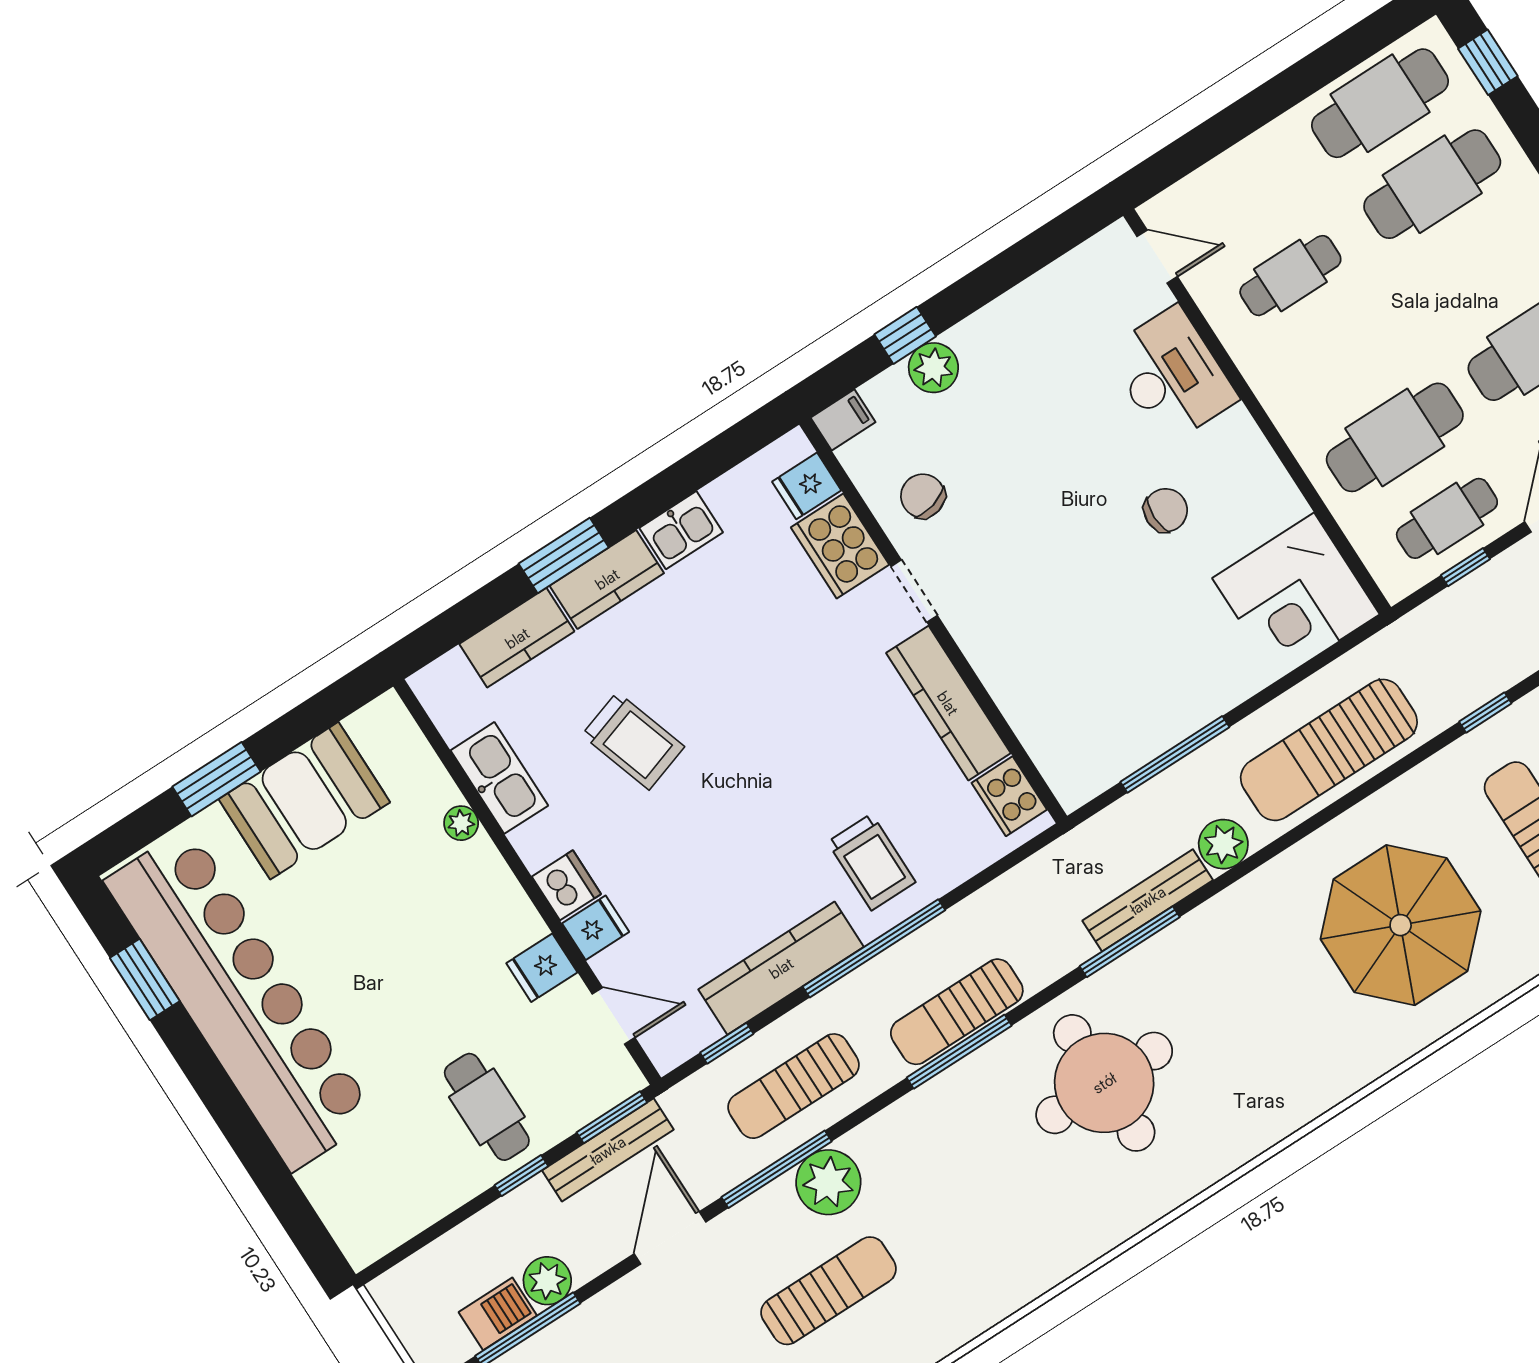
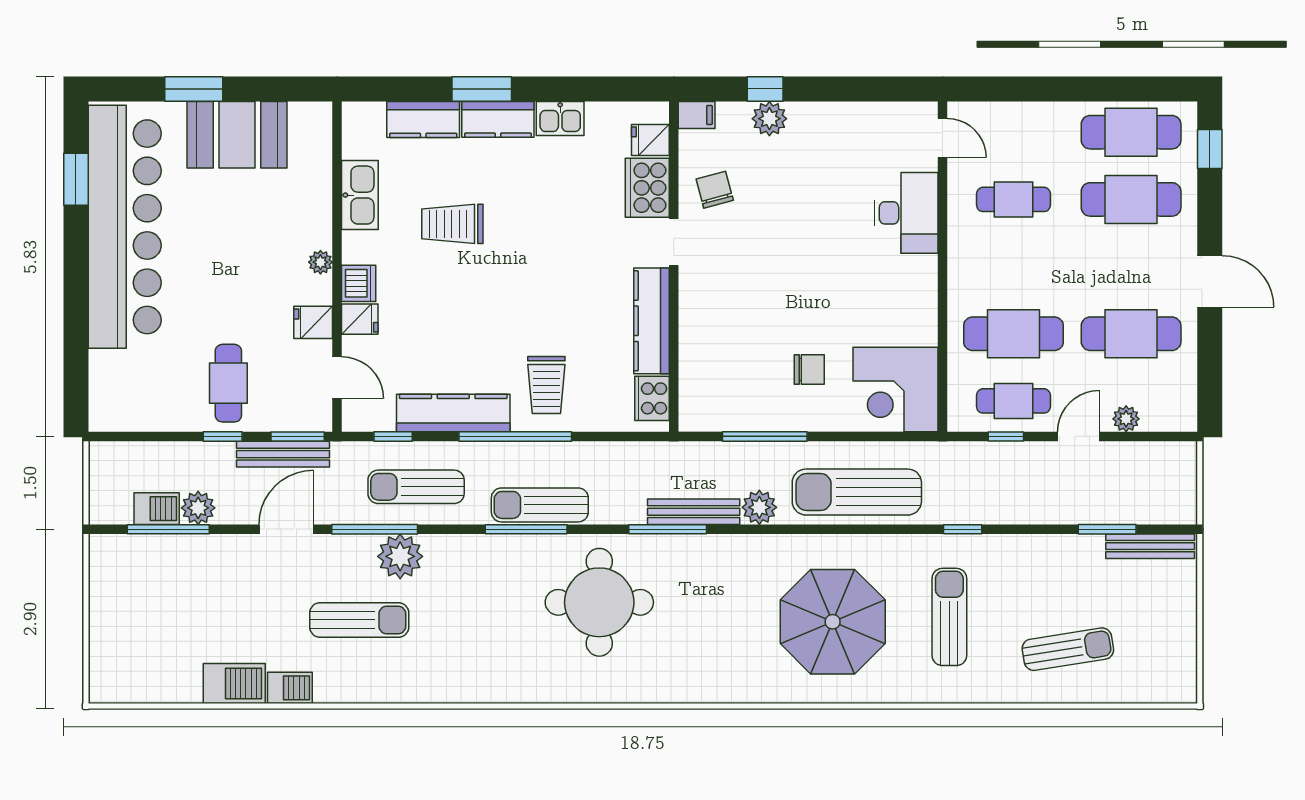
chair: (1166, 510) -> (809, 370), moved
trolley: (633, 741) -> (452, 224), turned 108
plant: (461, 823) -> (320, 262), moved

